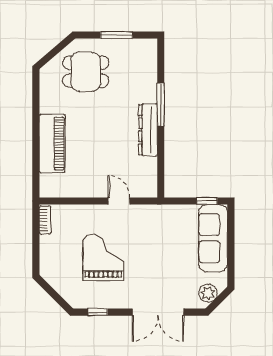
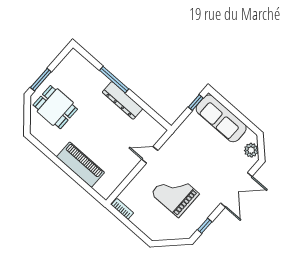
window: (117, 35) -> (41, 80), moved
dining table: (86, 72) -> (55, 107), turned 90

